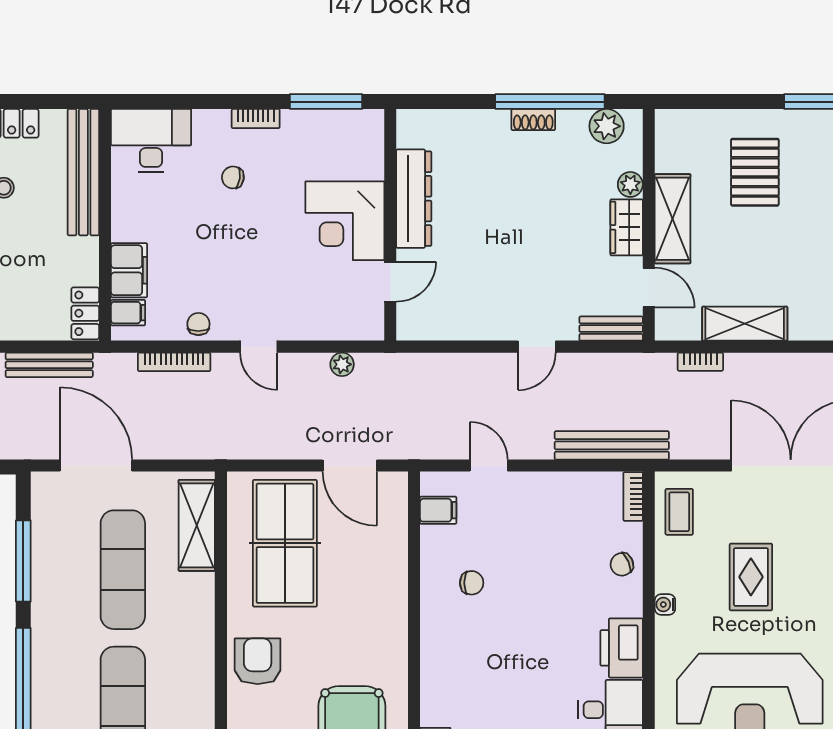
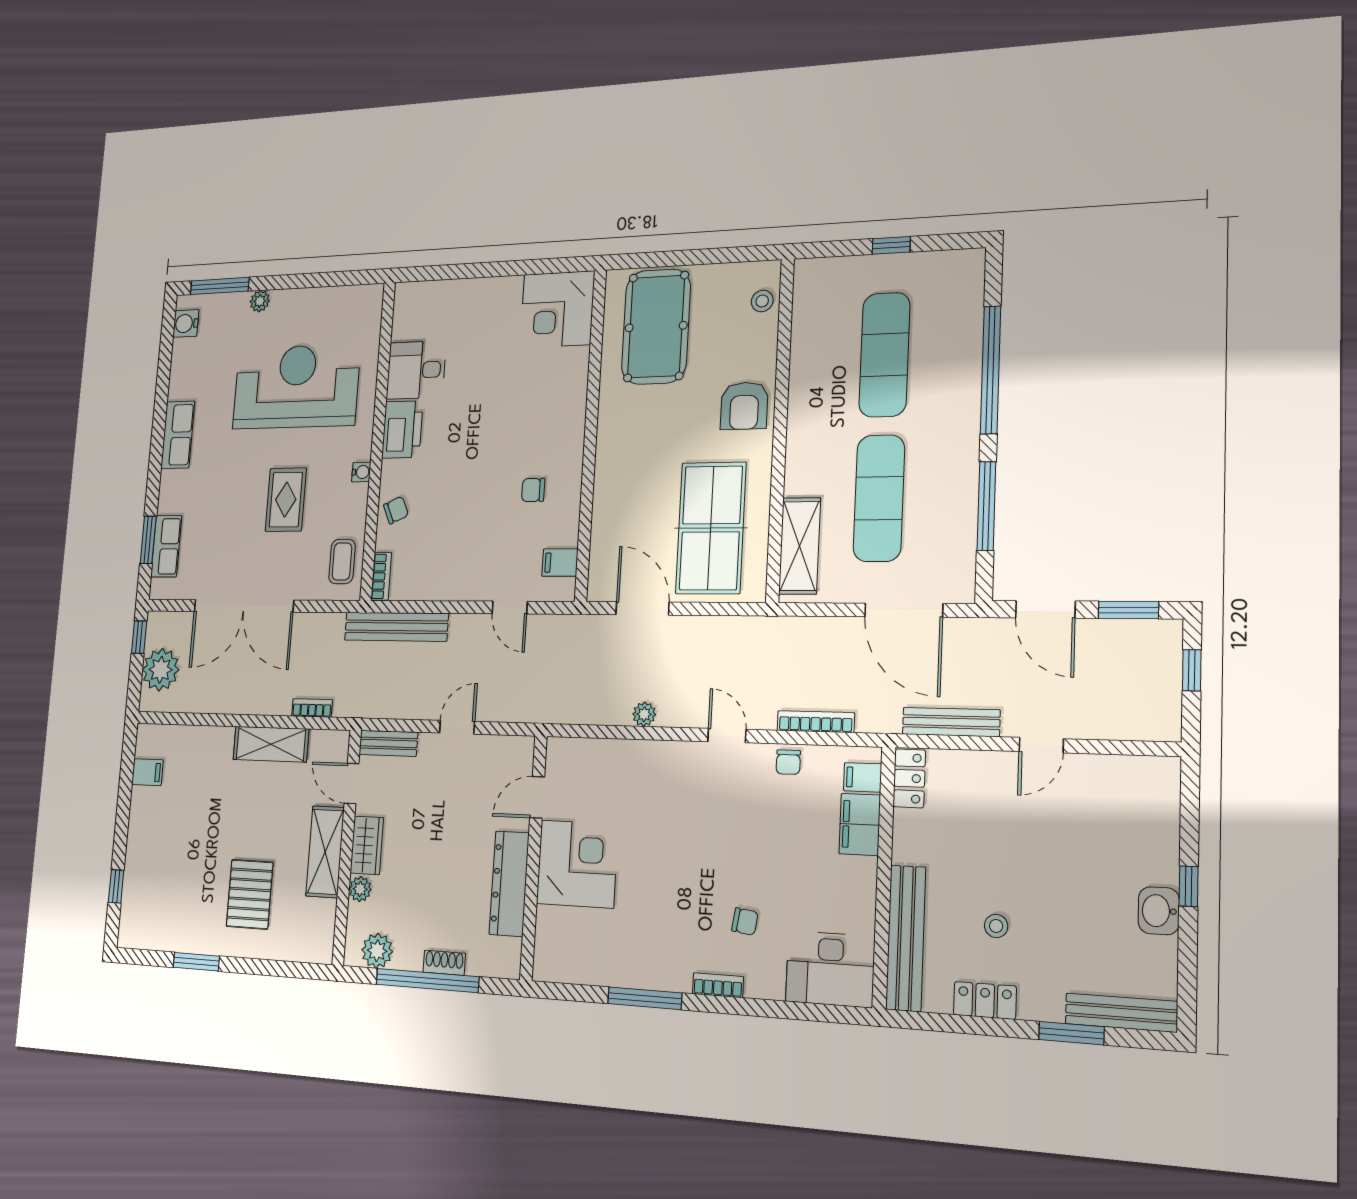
dresser: (414, 199) -> (509, 884), moved
corner desk: (345, 221) -> (577, 864), moved
wall: (390, 225) -> (533, 857), moved
door: (390, 282) -> (537, 797), moved

